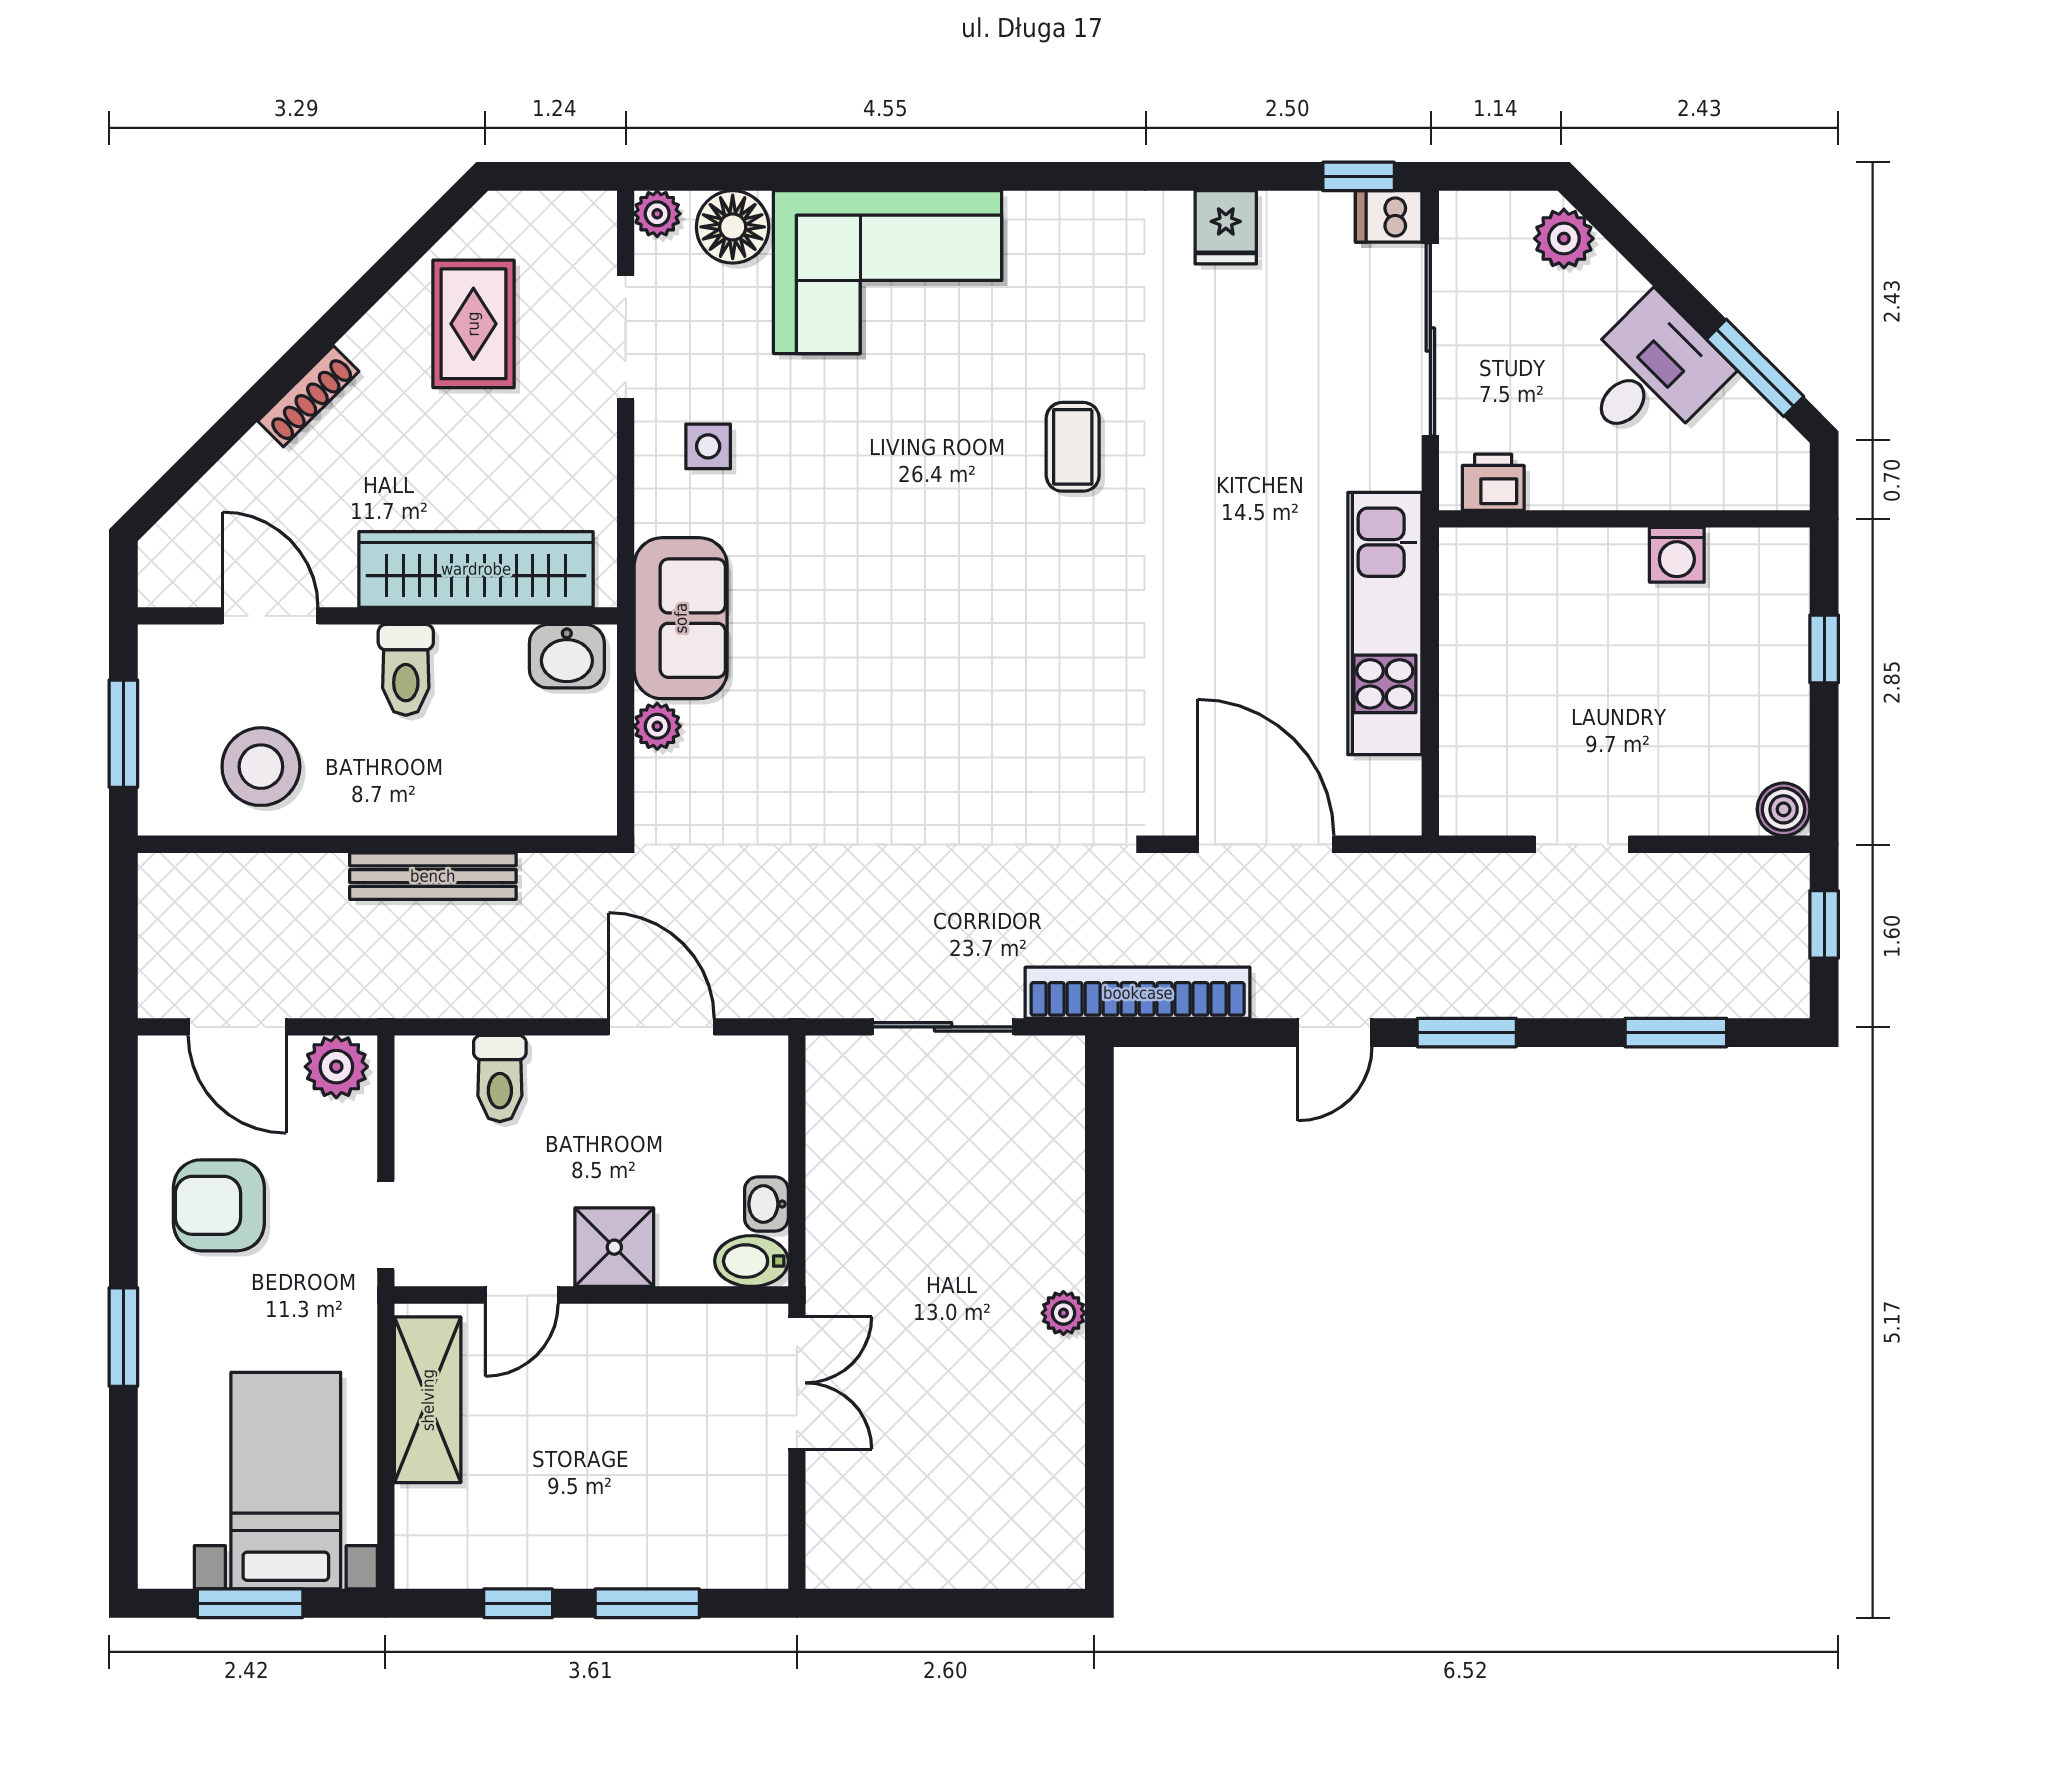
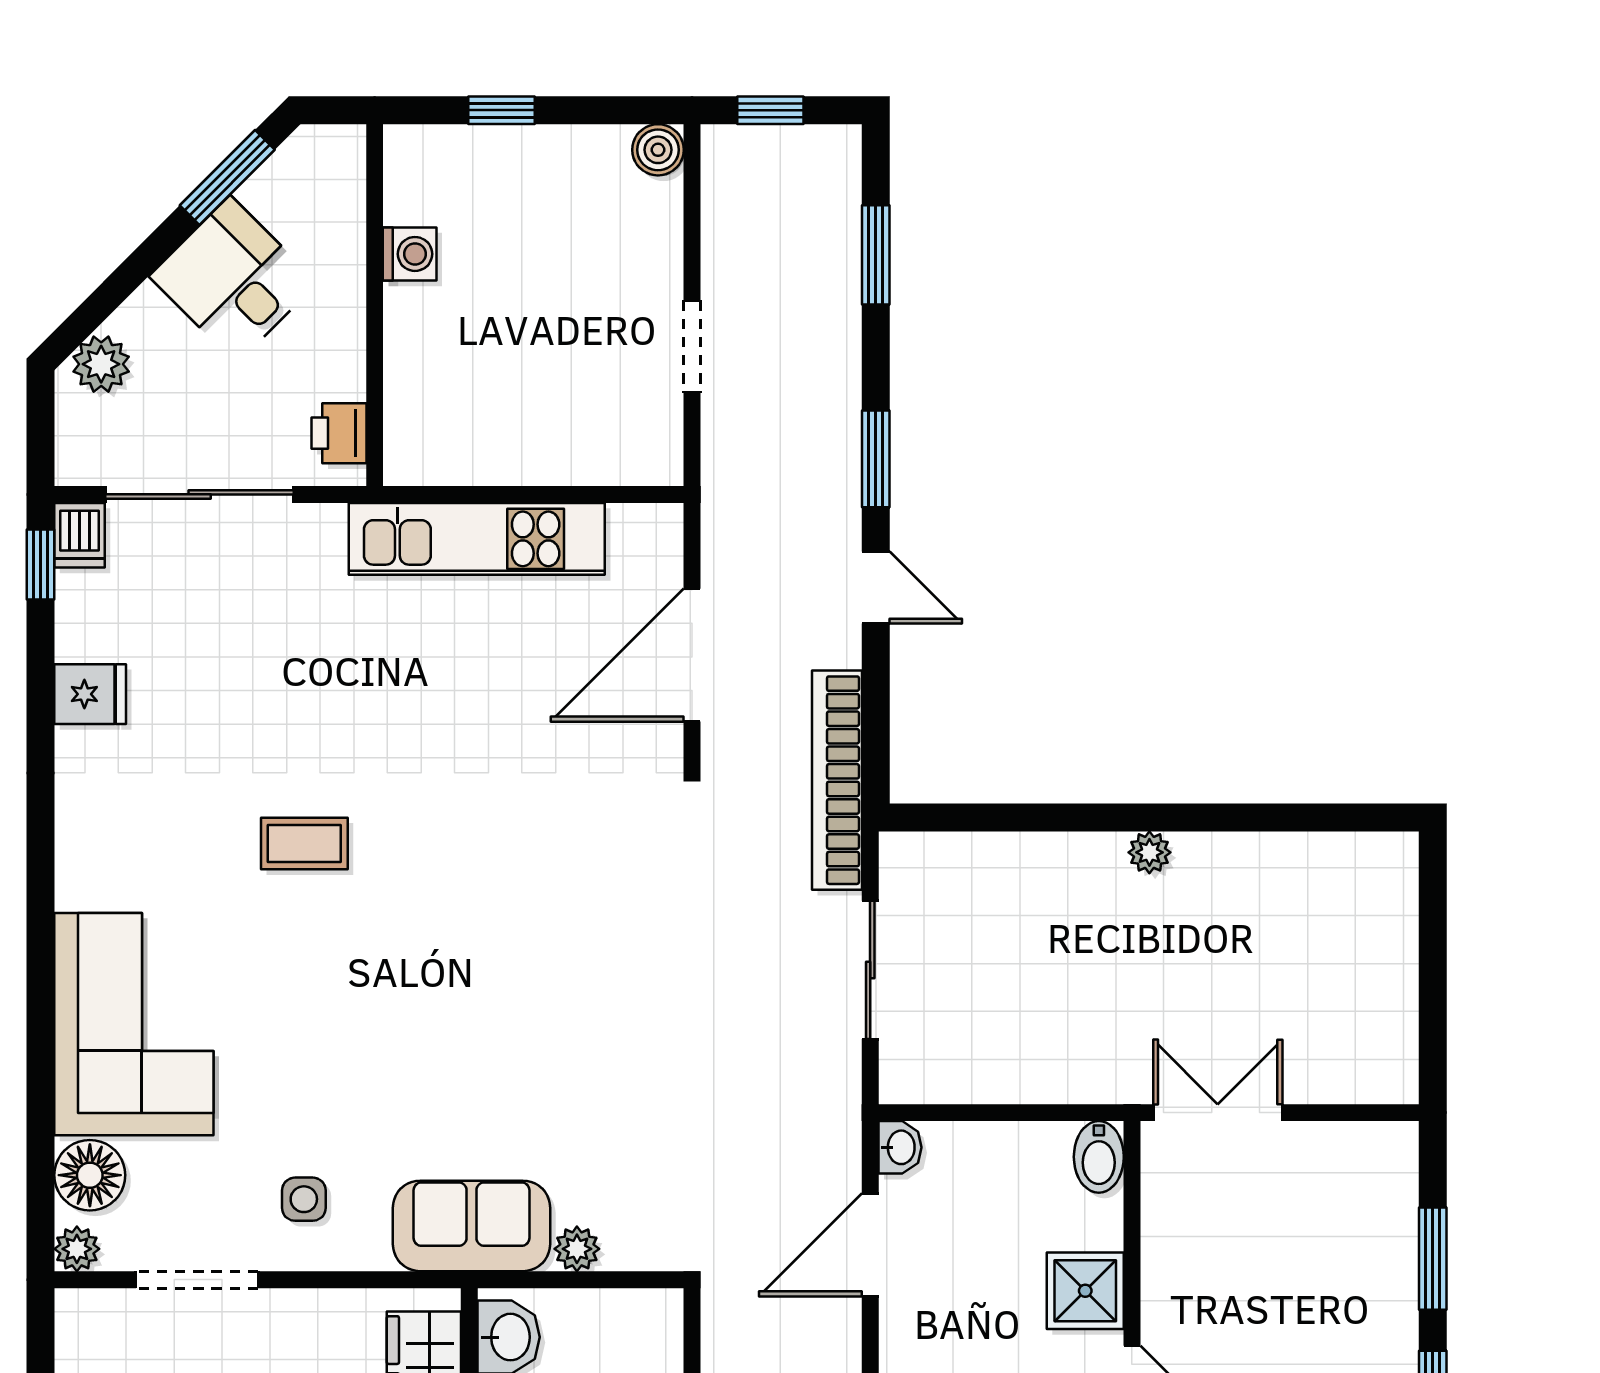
washbasin: (766, 1204) -> (900, 1147), moved, turned -90

